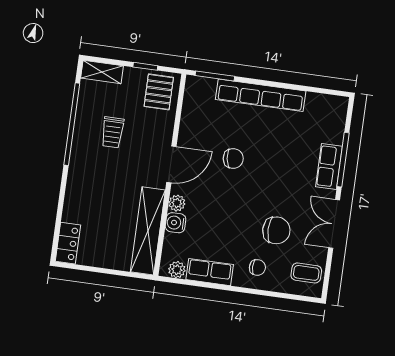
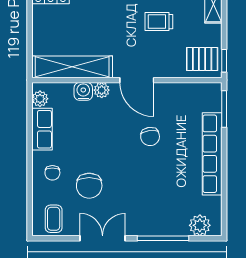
window: (145, 66) -> (224, 61), moved
plant: (335, 119) -> (200, 225), added
row of seats: (329, 166) -> (155, 226), removed

